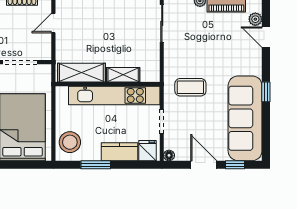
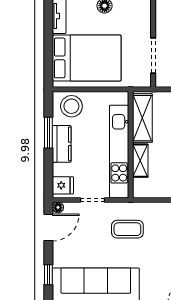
coffee table: (190, 87) -> (127, 229), turned 90
kitchen counter: (119, 152) -> (62, 144), moved
door: (204, 165) -> (48, 227), moved

